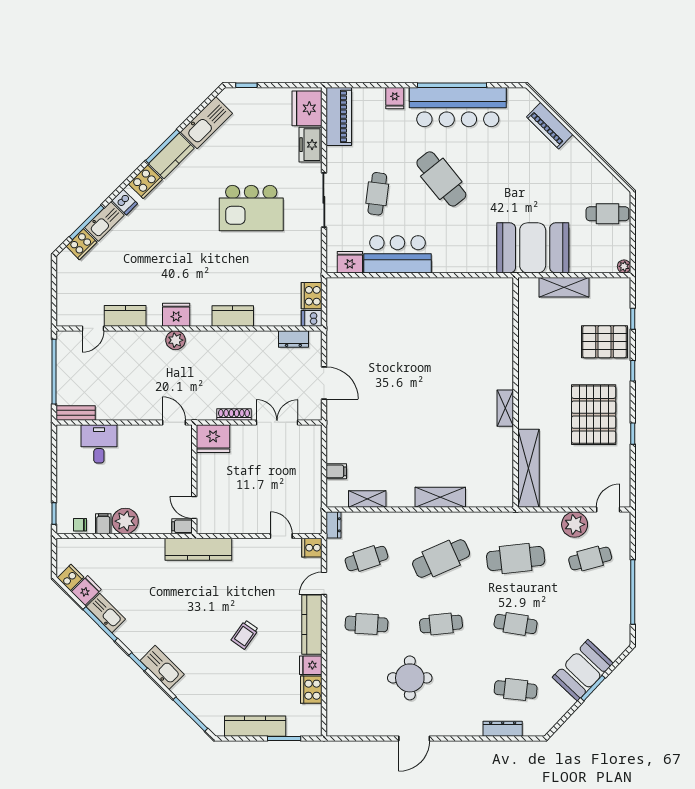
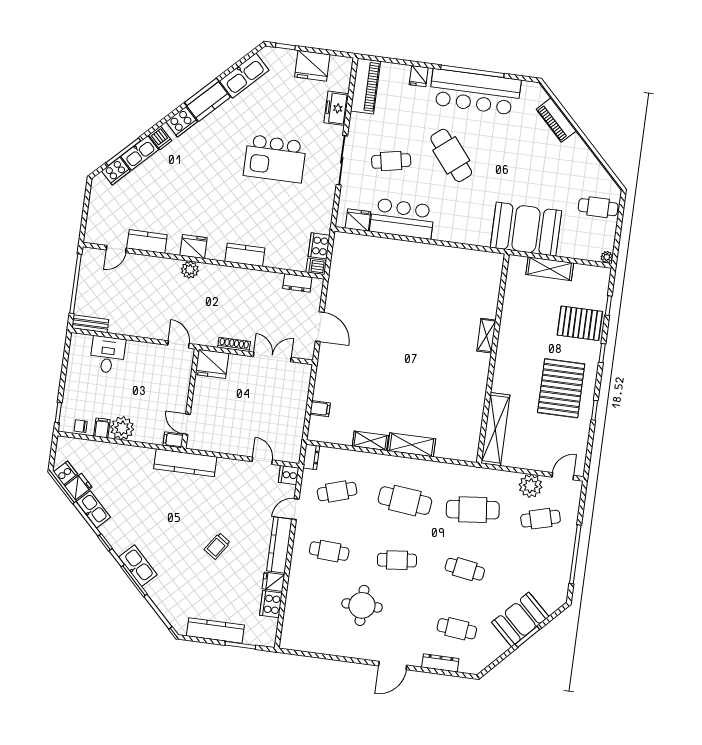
fridge: (307, 108) -> (312, 66), moved, turned -90
cafe table: (377, 194) -> (391, 161), turned 72
shelving: (505, 408) -> (486, 336), moved
shelving: (367, 499) -> (370, 441), moved
cafe table: (441, 558) -> (405, 501), turned 30
door: (414, 738) -> (393, 666), moved

